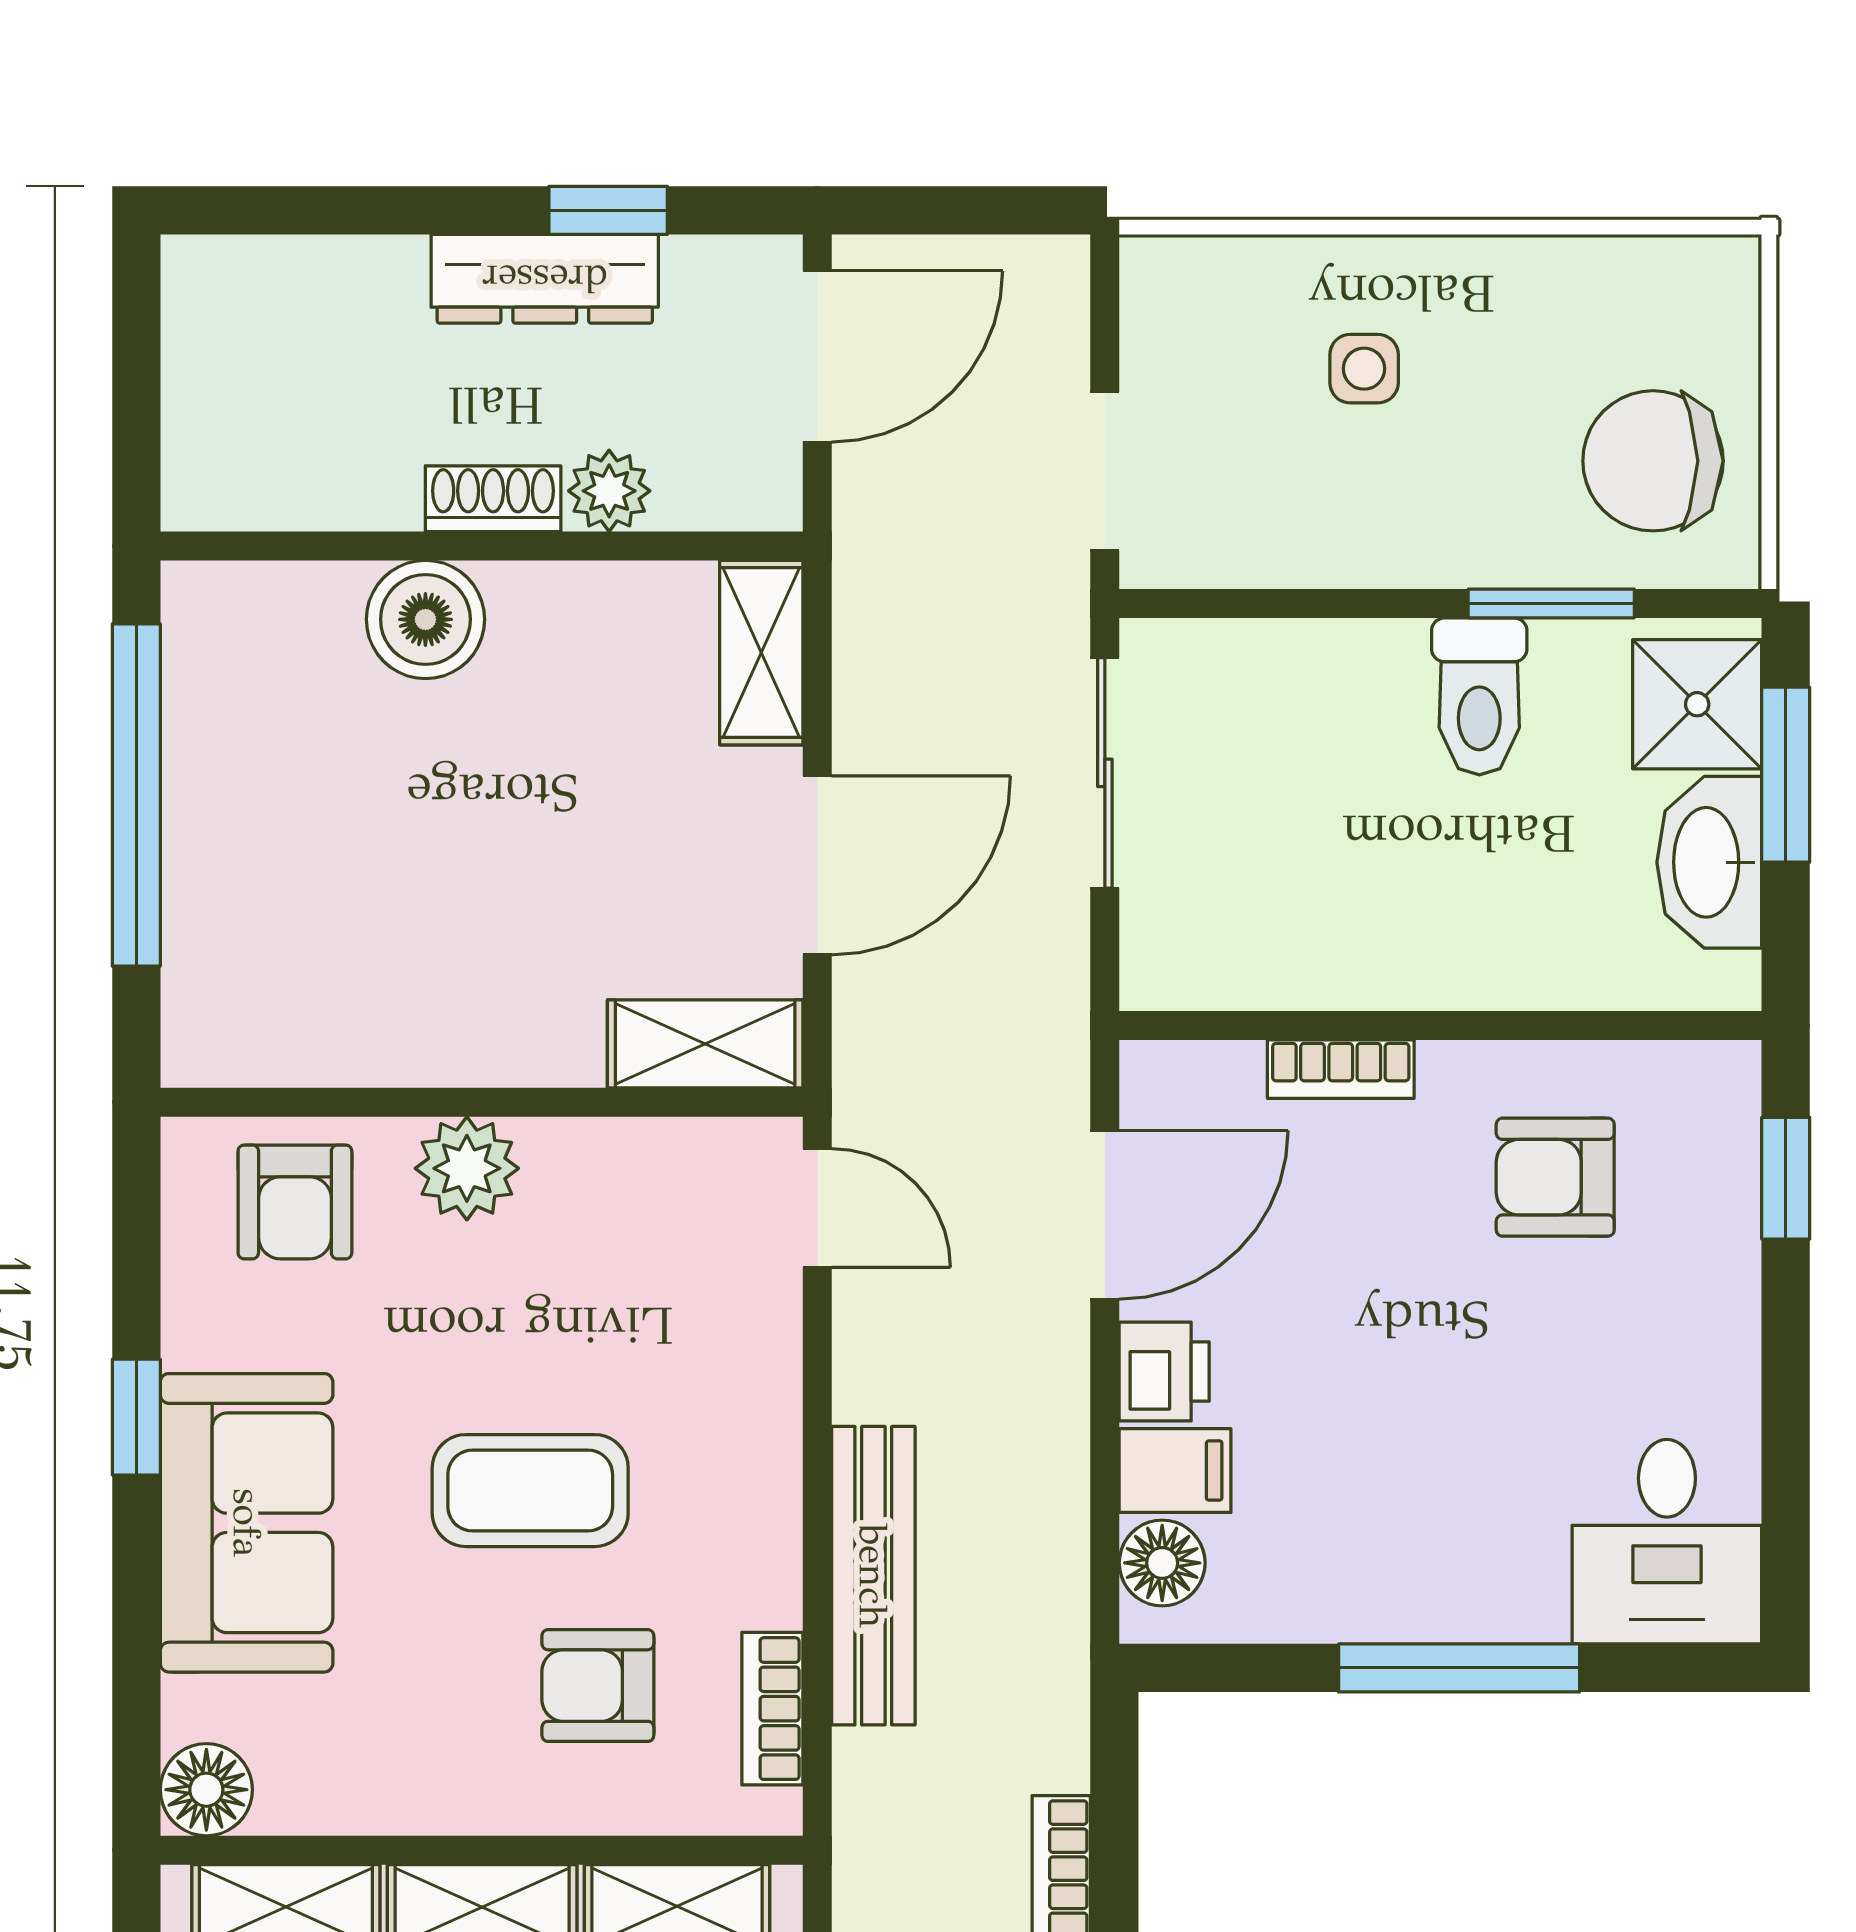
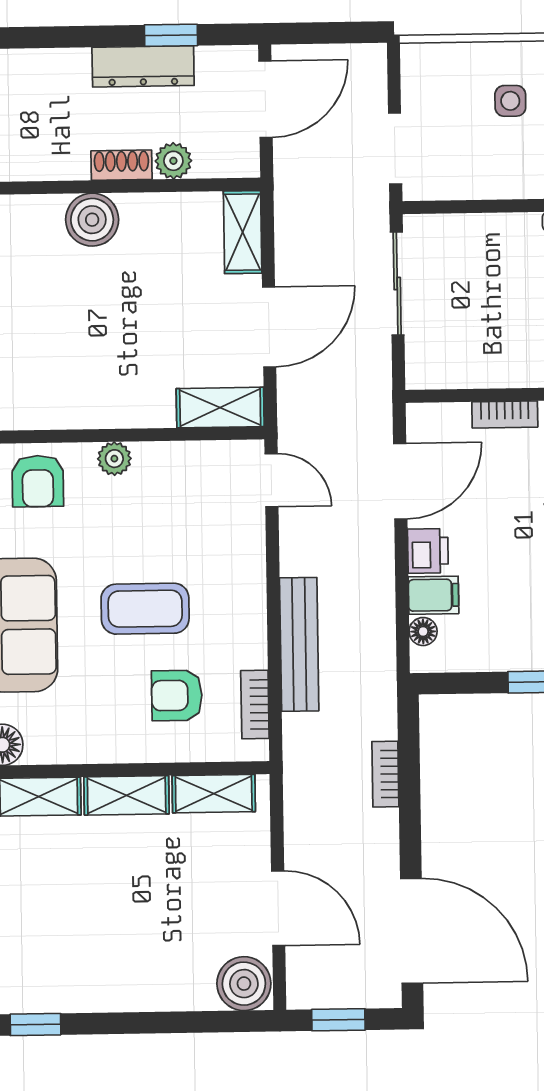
plant: (467, 1168) -> (114, 459), width x0.73, depth x0.73
floor lamp: (1162, 1563) -> (423, 632), width x0.73, depth x0.73

